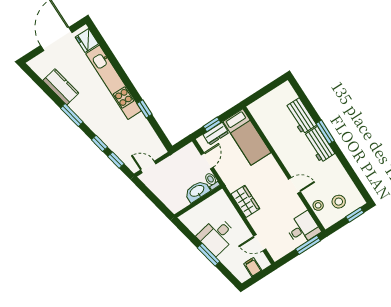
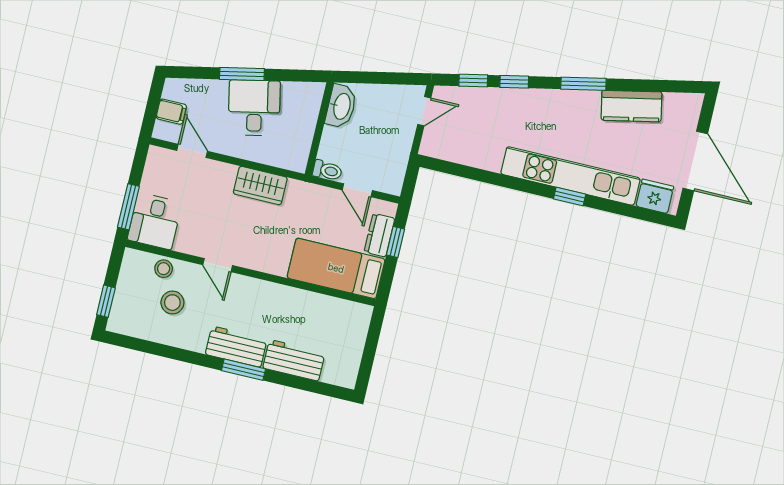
window: (145, 109) -> (570, 197), moved
door: (294, 185) -> (218, 265), hinge flipped
washbasin: (197, 191) -> (341, 106), moved
stool: (339, 202) -> (172, 303), moved
door: (260, 243) -> (192, 151), hinge flipped

